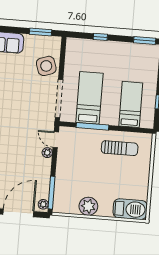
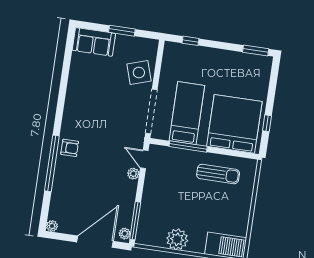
window: (40, 32) -> (122, 31), moved
window: (100, 37) -> (191, 41), moved
bed: (131, 104) -> (234, 124), width x2.04

